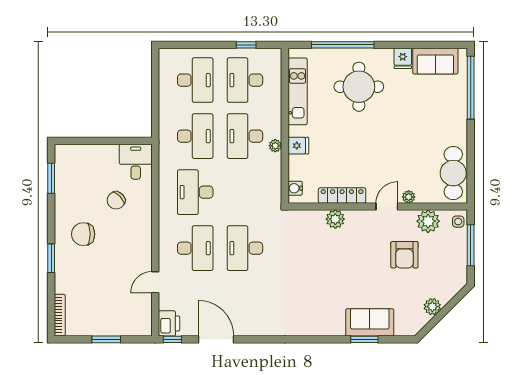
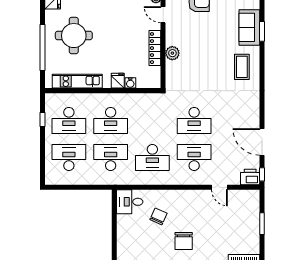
plant: (275, 146) -> (118, 98), removed
water cooler: (295, 188) -> (130, 83), moved
chair: (116, 200) -> (158, 216), turned -112
coffee table: (317, 312) -> (242, 67), added
door: (216, 339) -> (262, 142), hinge flipped

